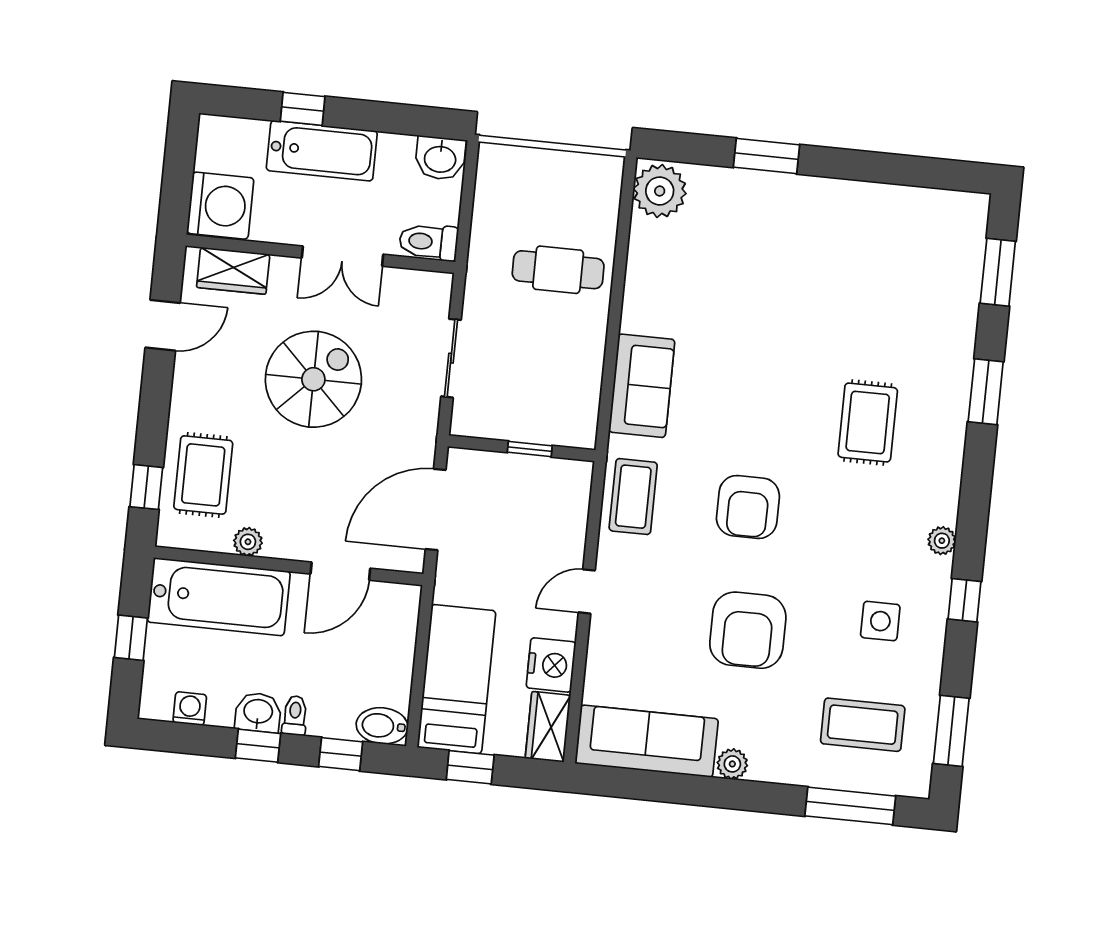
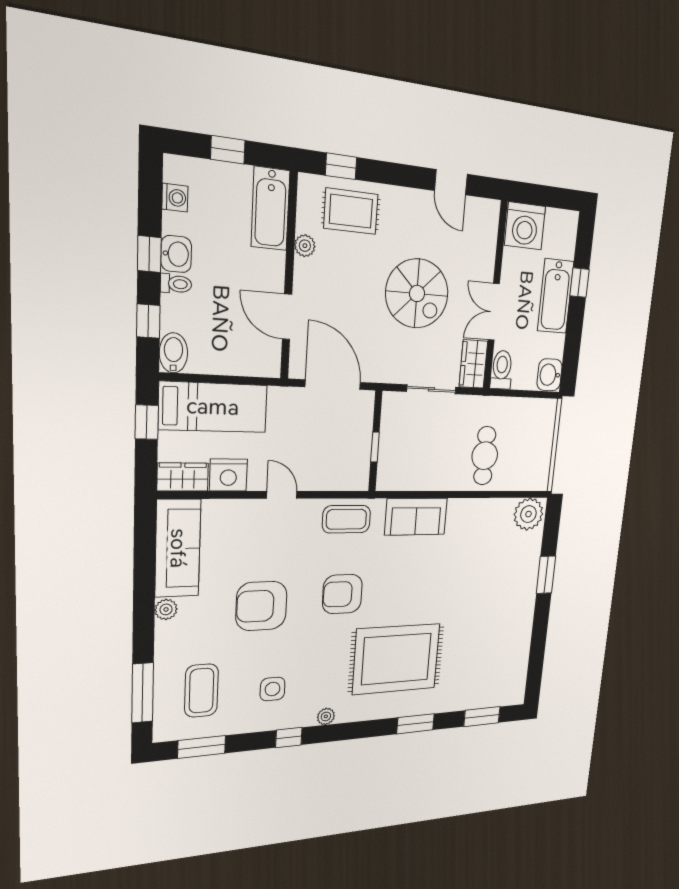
wardrobe: (233, 271) -> (473, 364), moved
rug: (868, 422) -> (396, 659), width x1.86, depth x2.06
bathtub: (219, 597) -> (270, 209), width x0.73, depth x0.73

